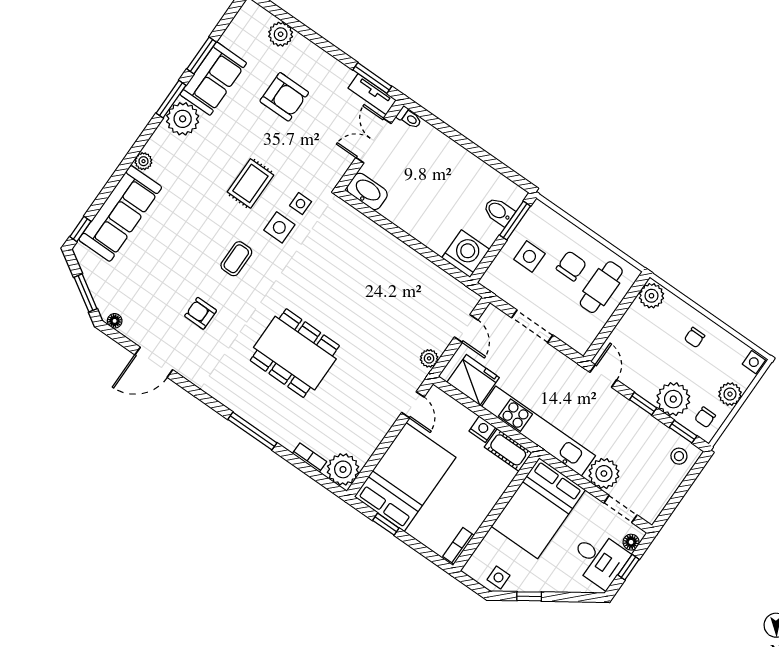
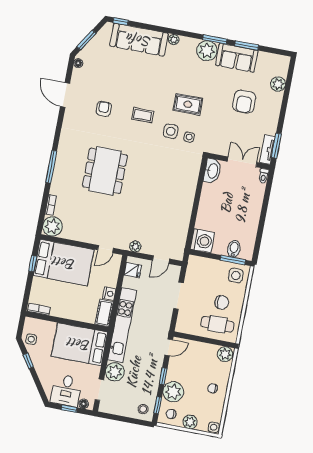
side table: (529, 256) -> (236, 275), moved
fridge: (473, 380) -> (133, 270), width x0.53, depth x0.75

